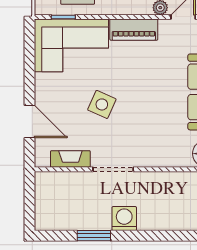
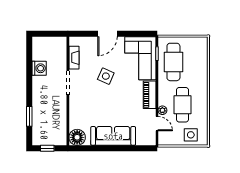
door: (29, 121) -> (107, 34), moved
washing machine: (124, 219) -> (39, 68), moved
window: (94, 236) -> (29, 116), moved

